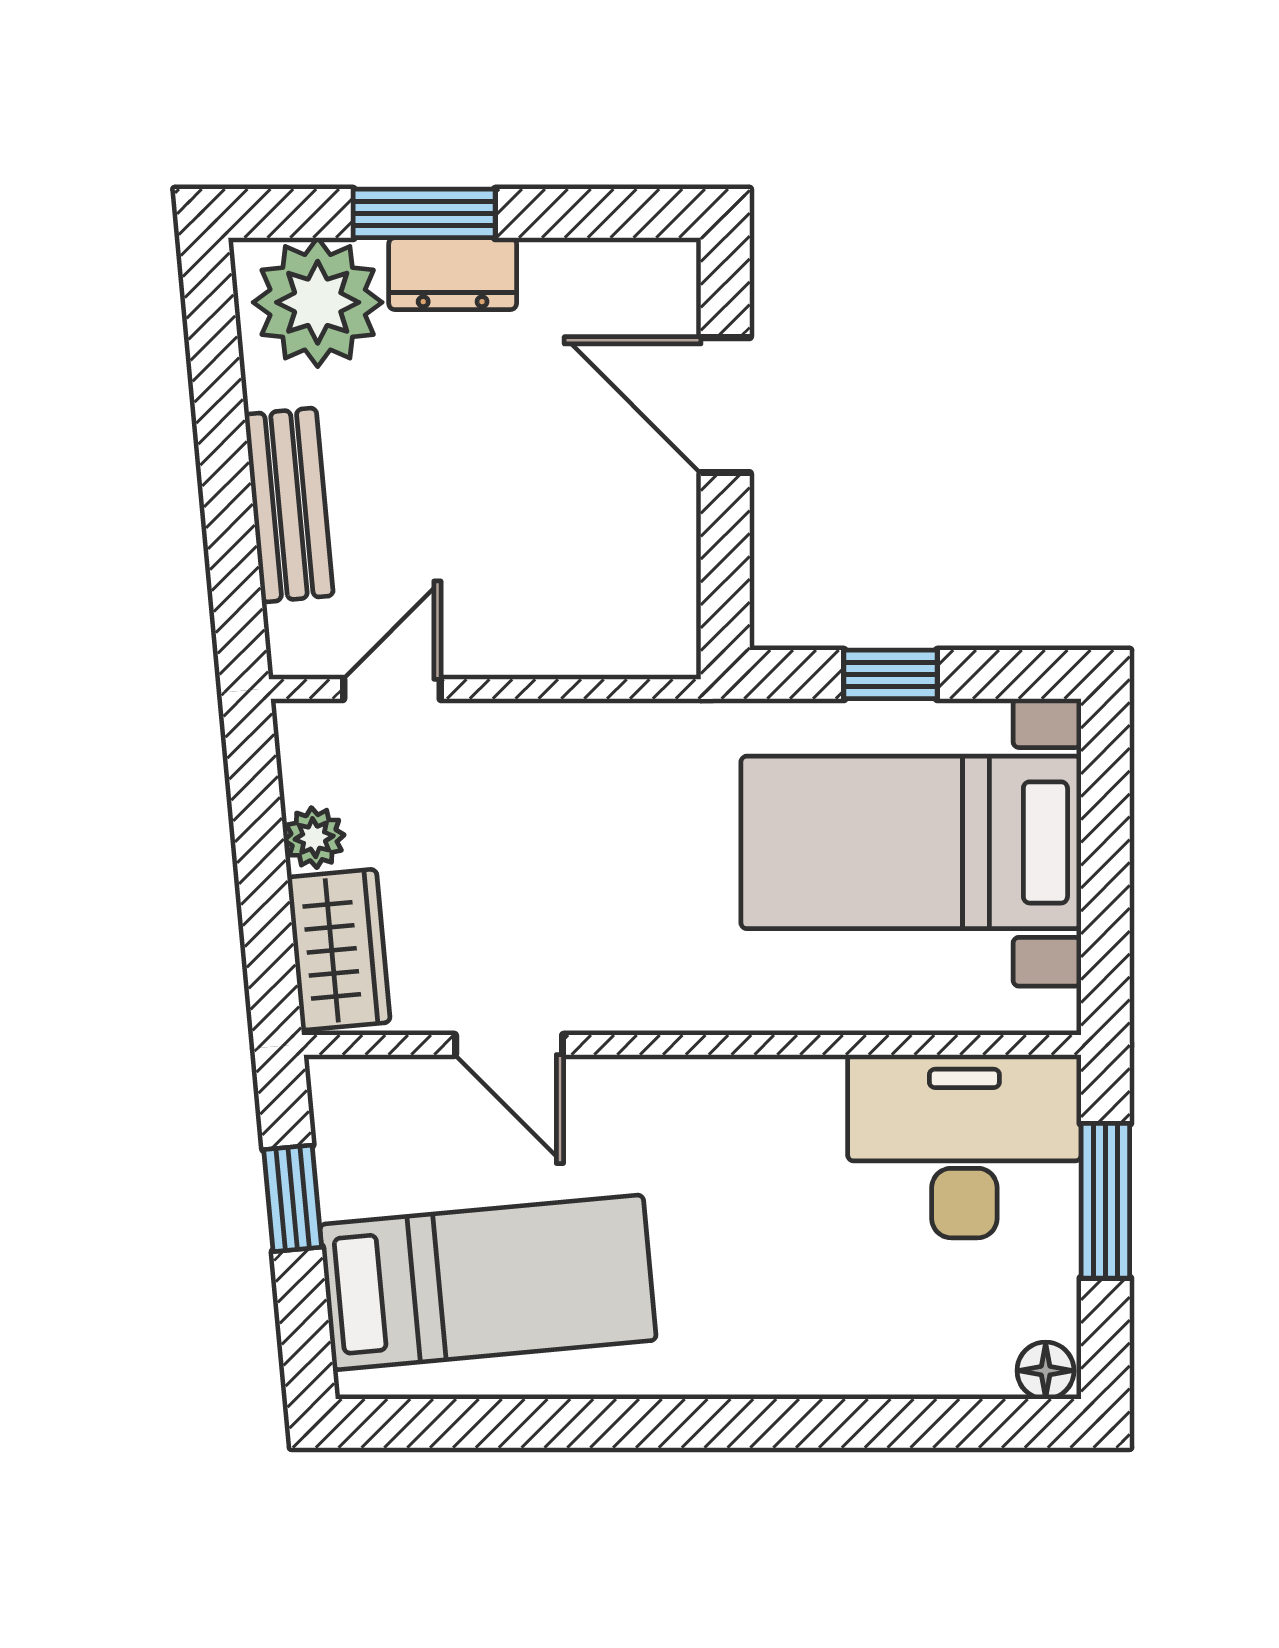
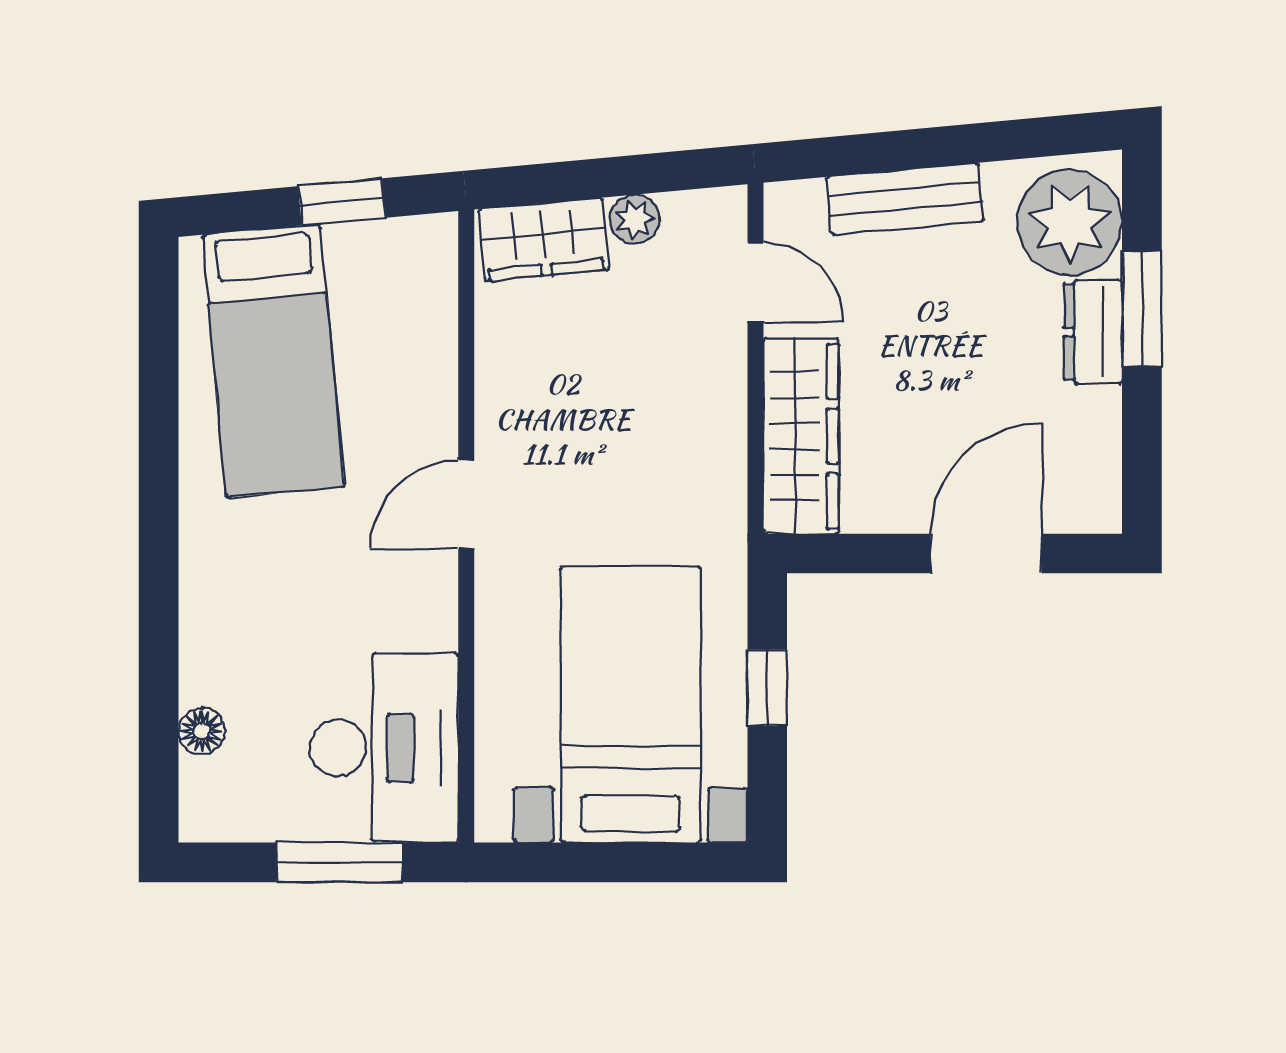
wardrobe: (581, 633) -> (801, 436), added
door: (509, 1045) -> (466, 504), moved
floor lamp: (1046, 1371) -> (202, 731), moved

